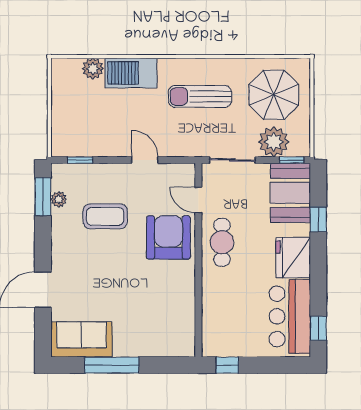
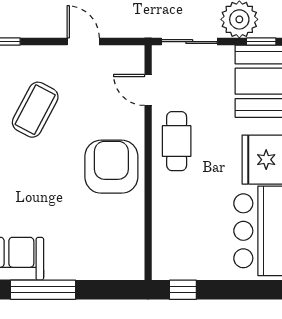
coffee table: (105, 216) -> (35, 110), turned -62
armchair: (168, 237) -> (111, 167), moved

